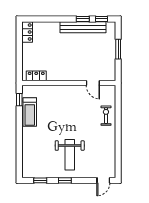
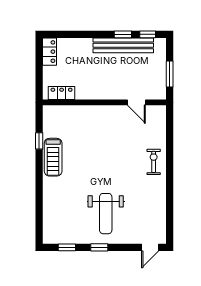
locker: (36, 76) -> (62, 93), moved
wall: (69, 83) -> (104, 102), moved
door: (93, 83) -> (136, 102), moved

